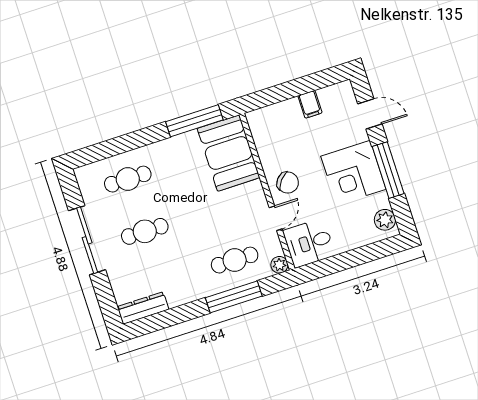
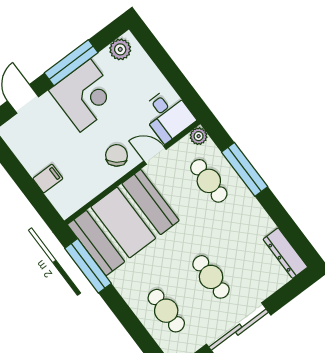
filing cabinet: (310, 104) -> (48, 179), moved
booth: (229, 153) -> (123, 223), width x1.36, depth x1.42

